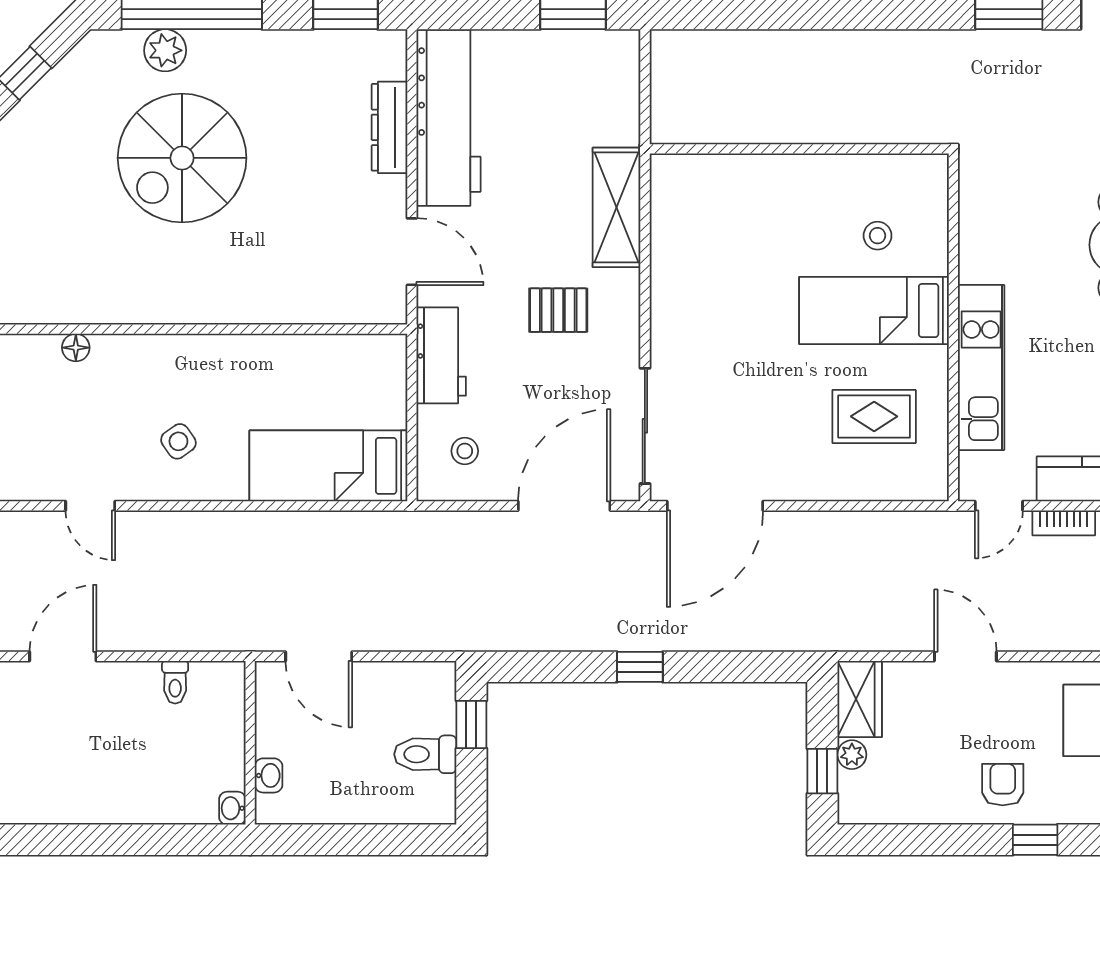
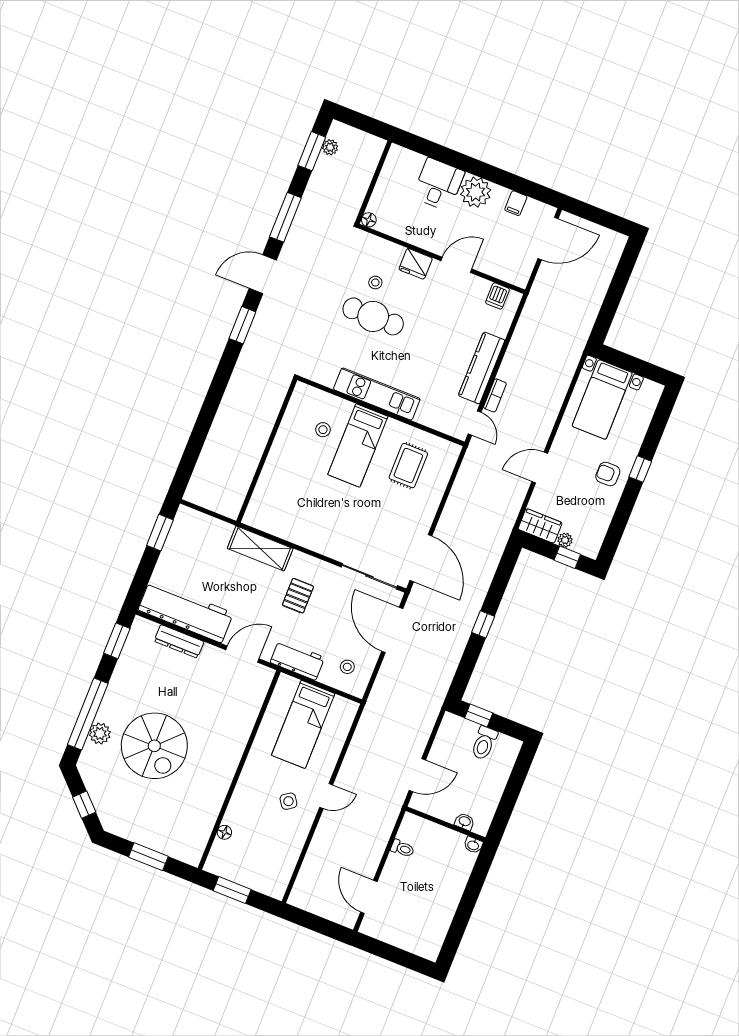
kitchen unit: (981, 367) -> (377, 394), moved
bed: (328, 466) -> (303, 724), moved
door: (90, 506) -> (326, 796), moved

